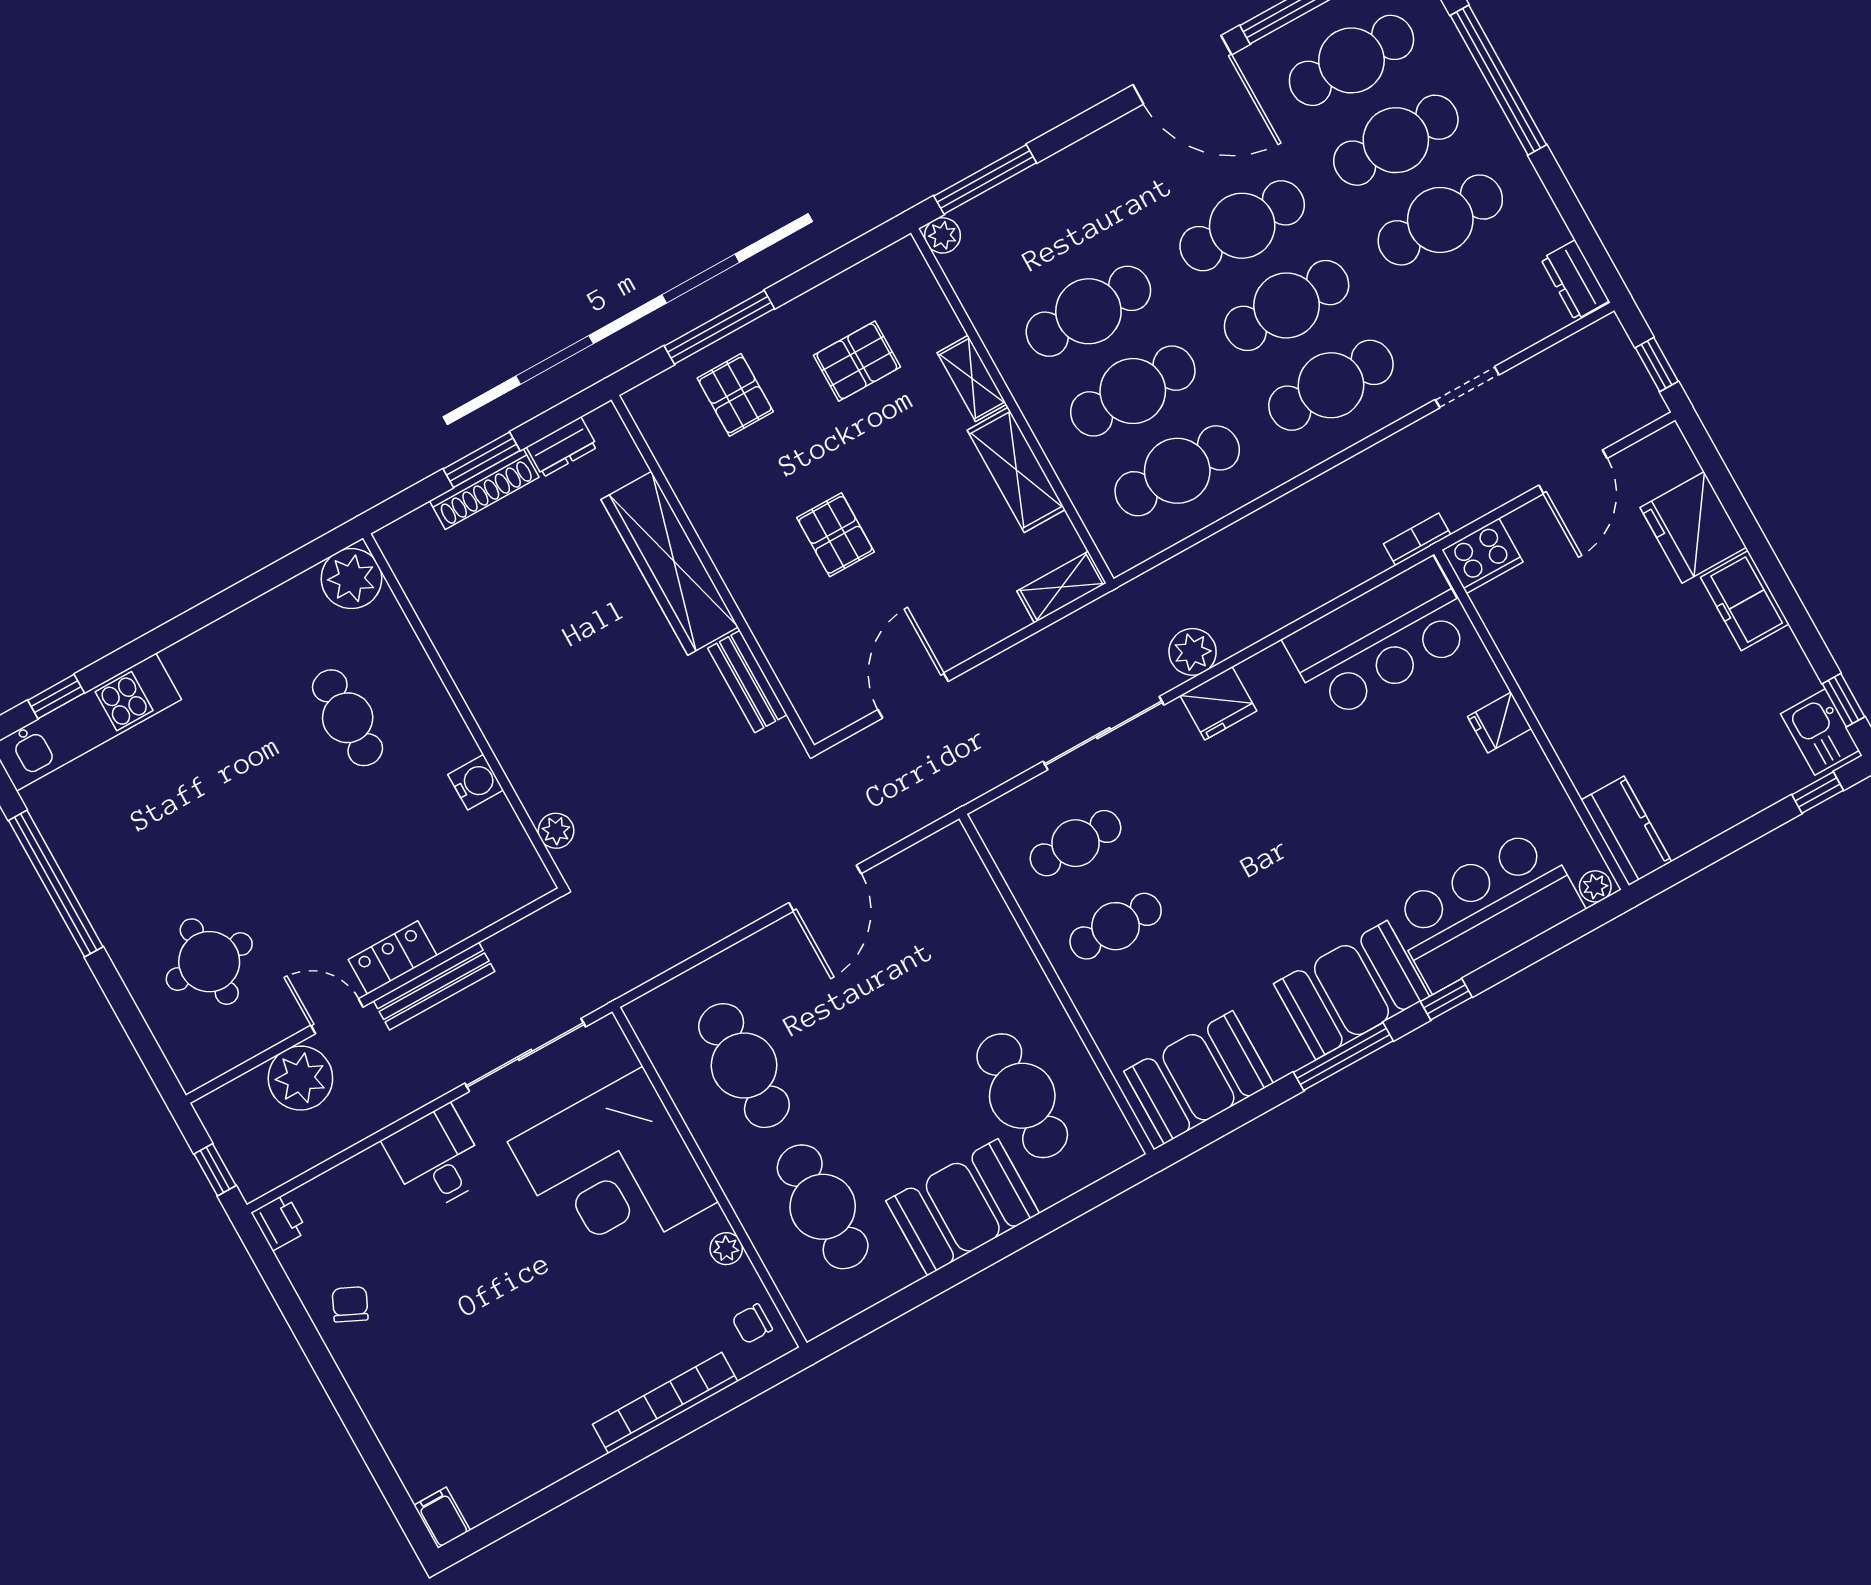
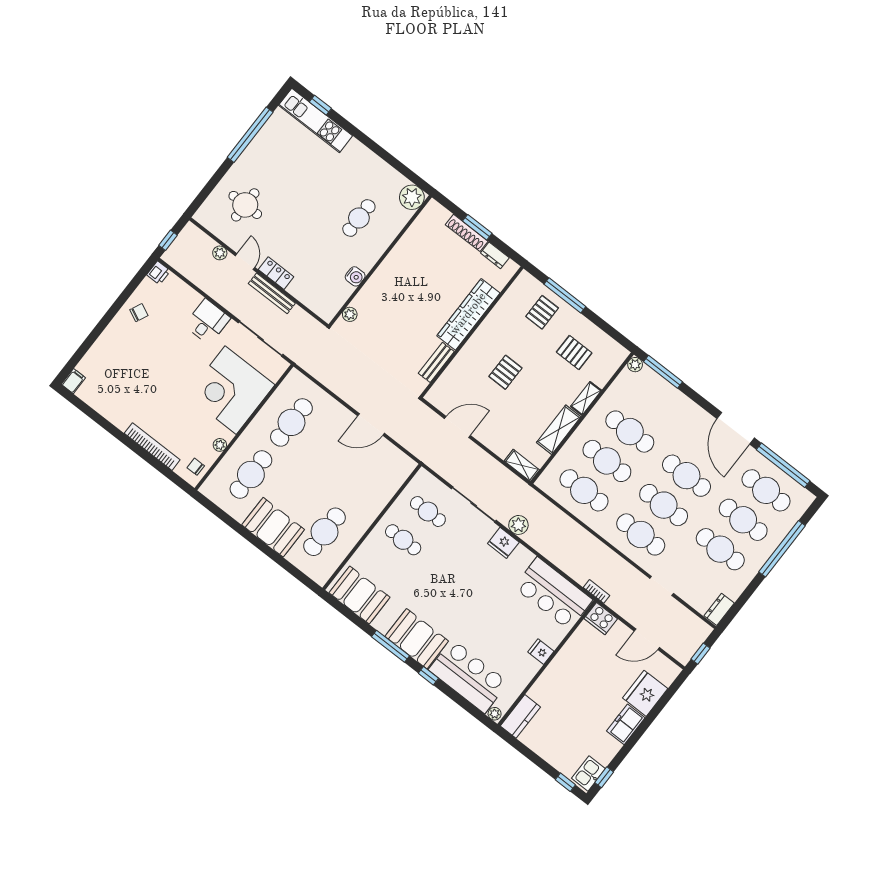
plant: (300, 1078) -> (220, 253), width x0.53, depth x0.53

